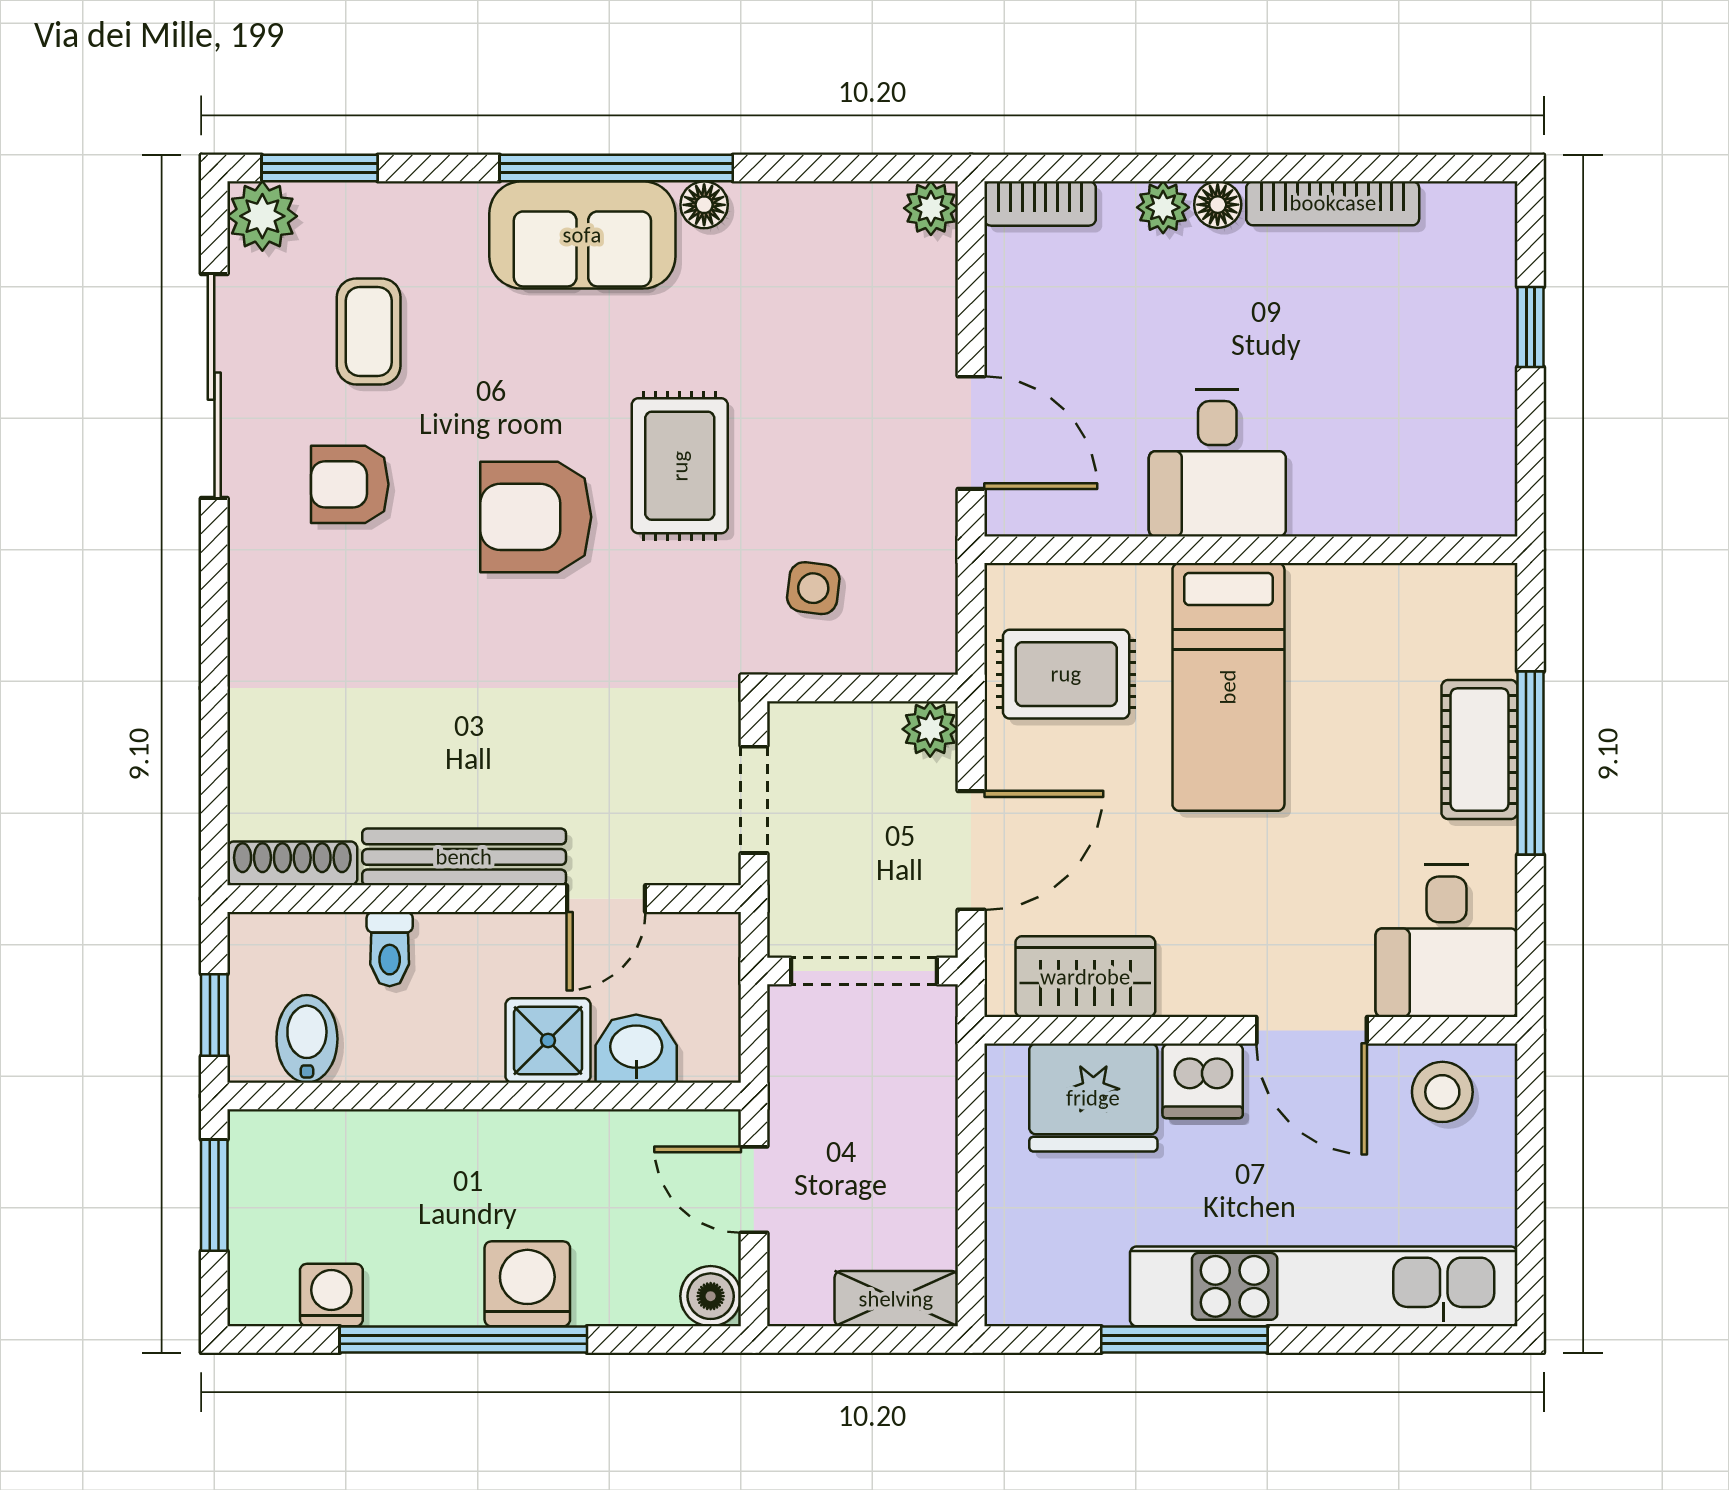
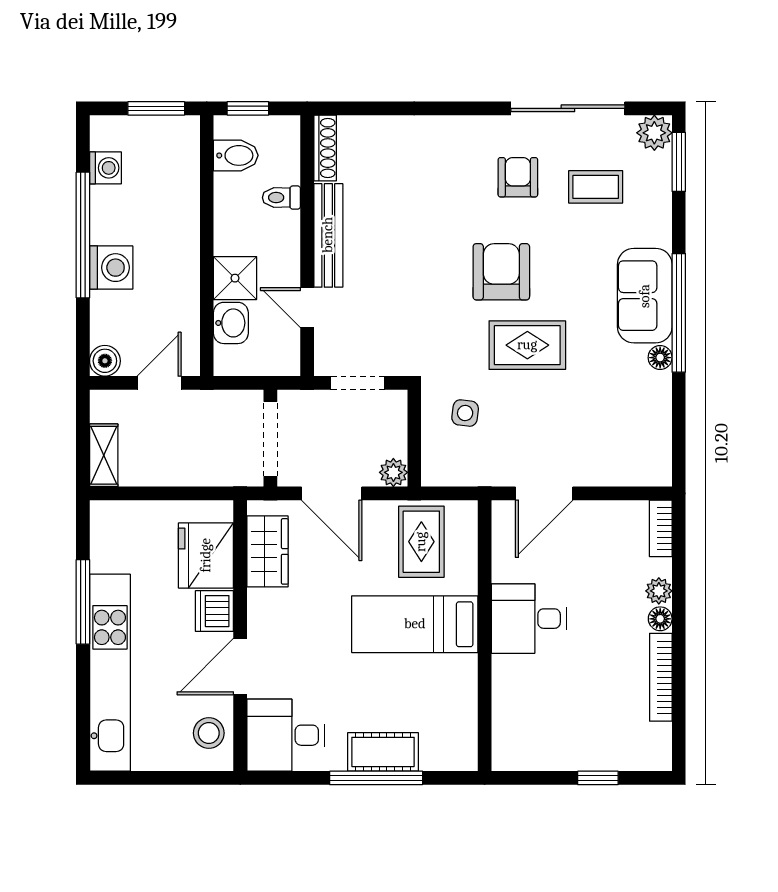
plant: (931, 208) -> (658, 473), removed

